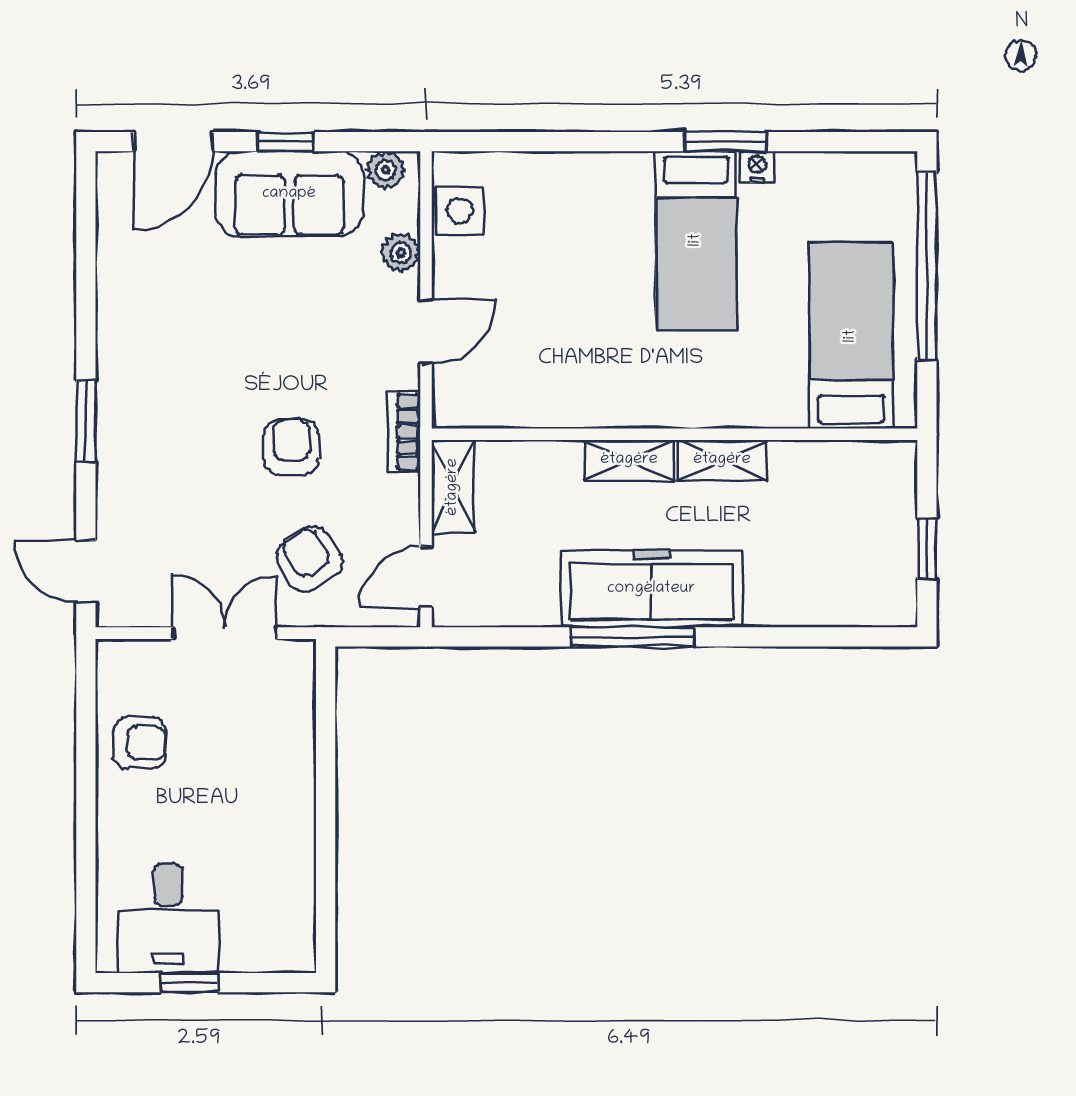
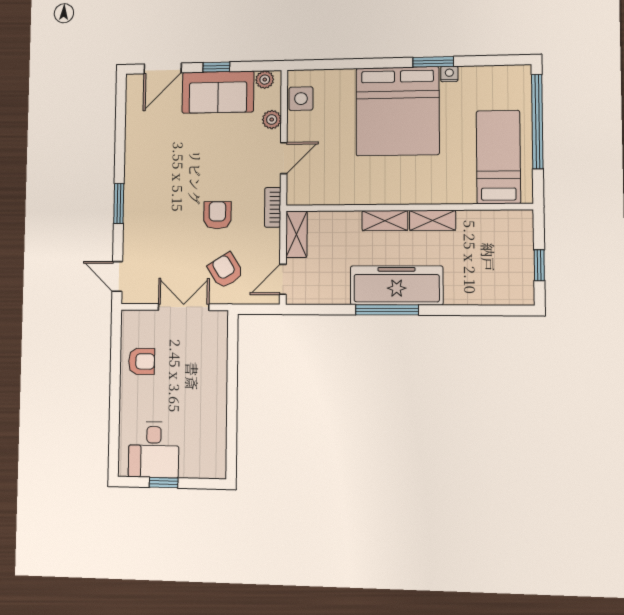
bed: (696, 240) -> (398, 111), width x2.04

